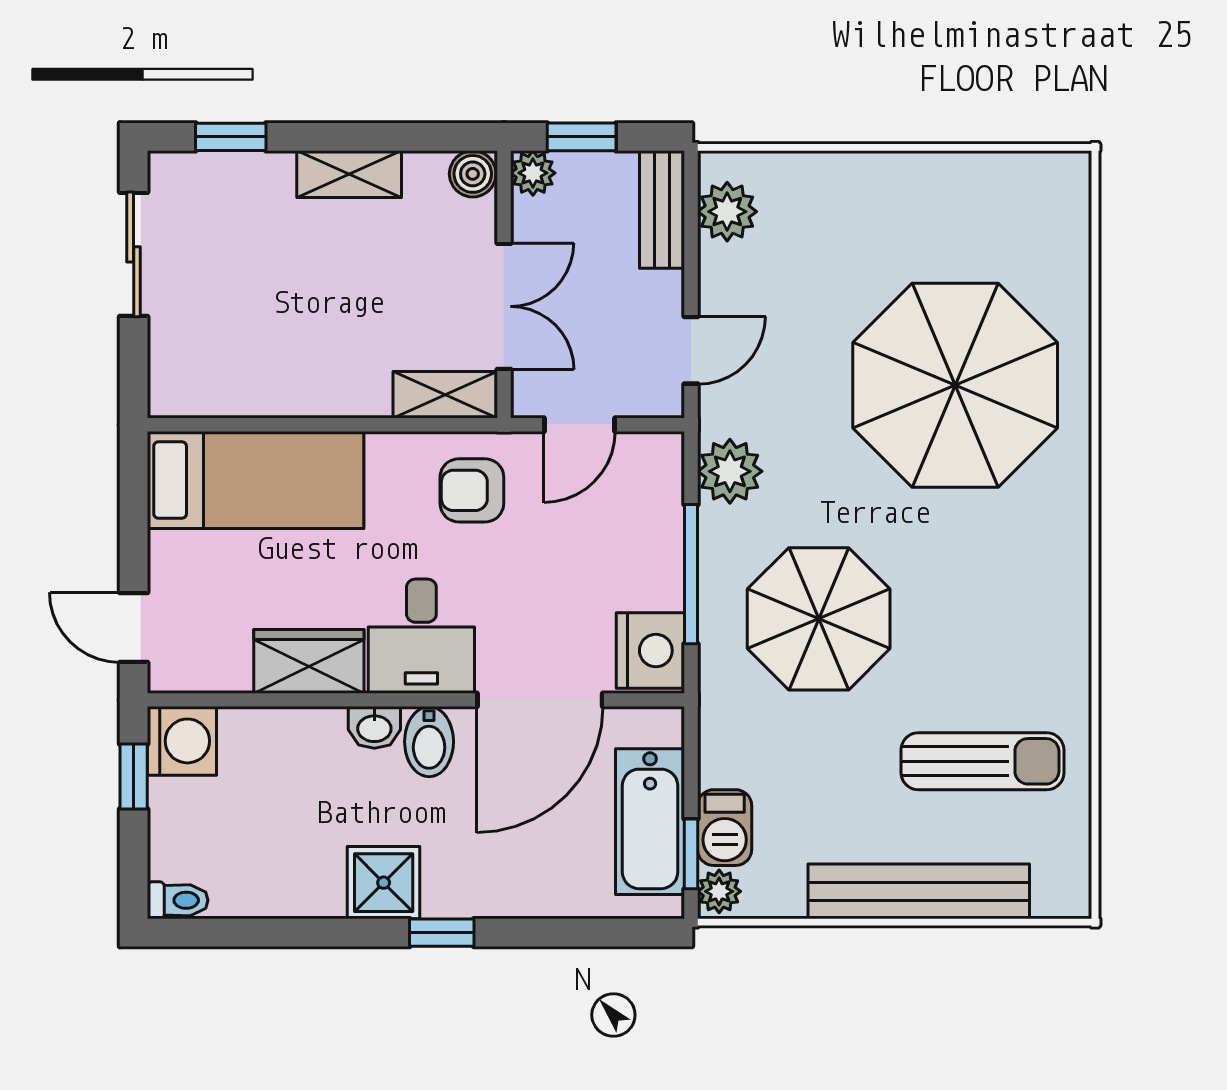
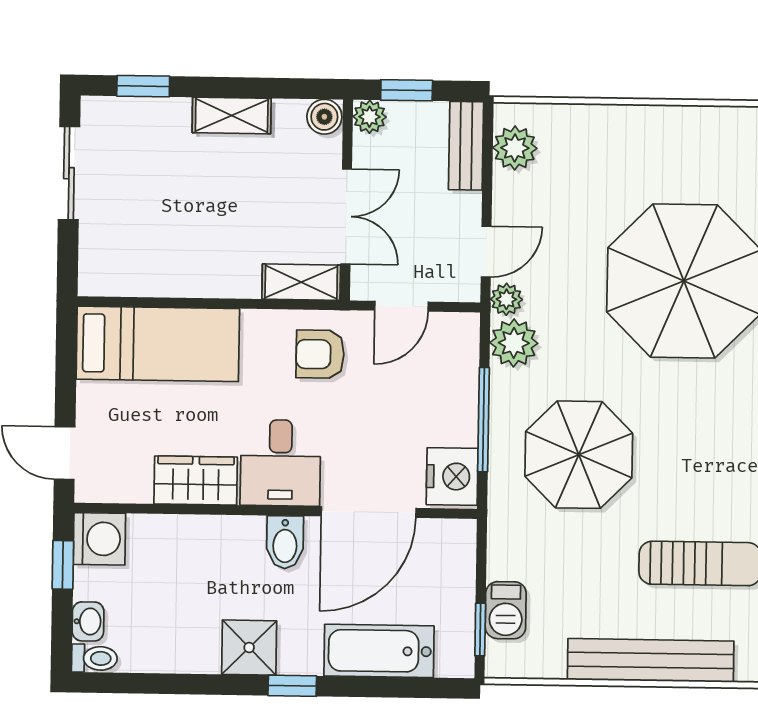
washbasin: (374, 727) -> (88, 621), moved, turned -90
bathtub: (650, 822) -> (379, 651), moved, turned 90
plant: (719, 891) -> (506, 299), moved

